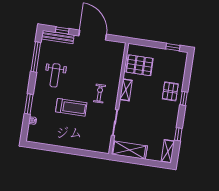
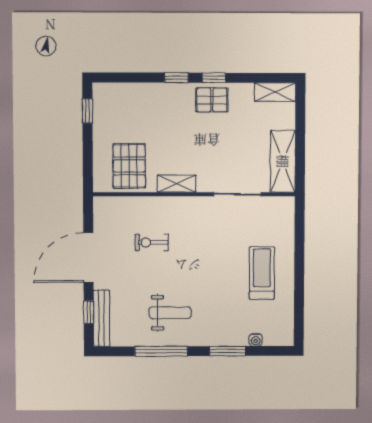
window: (36, 57) -> (161, 351), moved
pallet: (170, 91) -> (212, 100), moved
exercise bike: (100, 94) -> (152, 242), moved
treadmill: (71, 107) -> (262, 273), moved
window: (178, 134) -> (214, 78), moved

